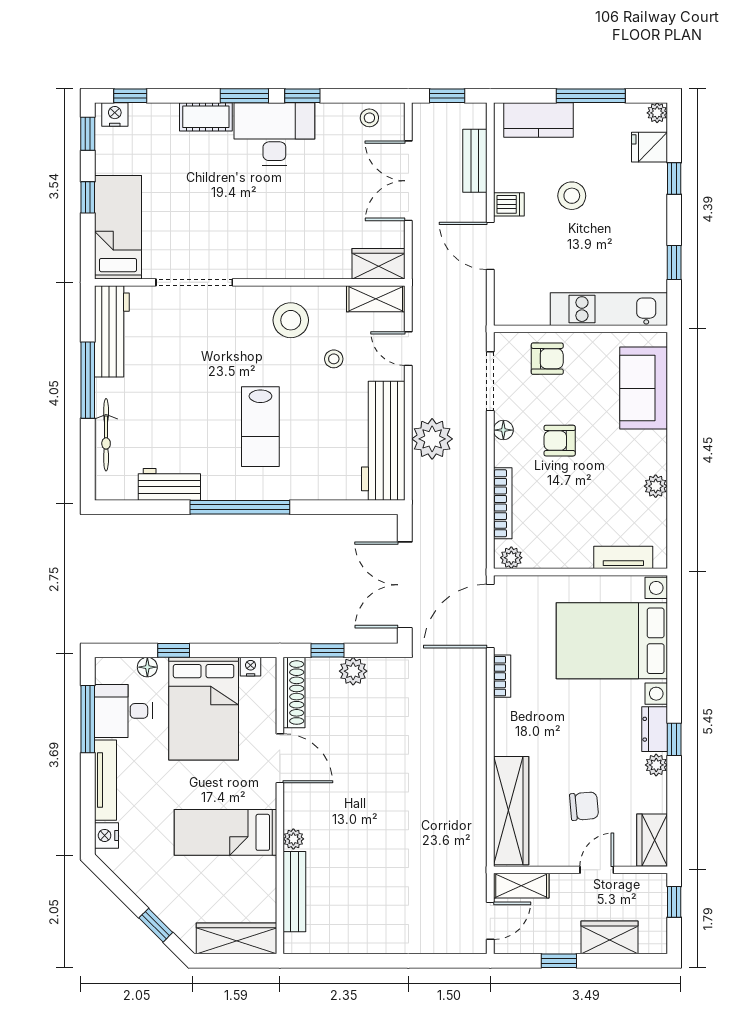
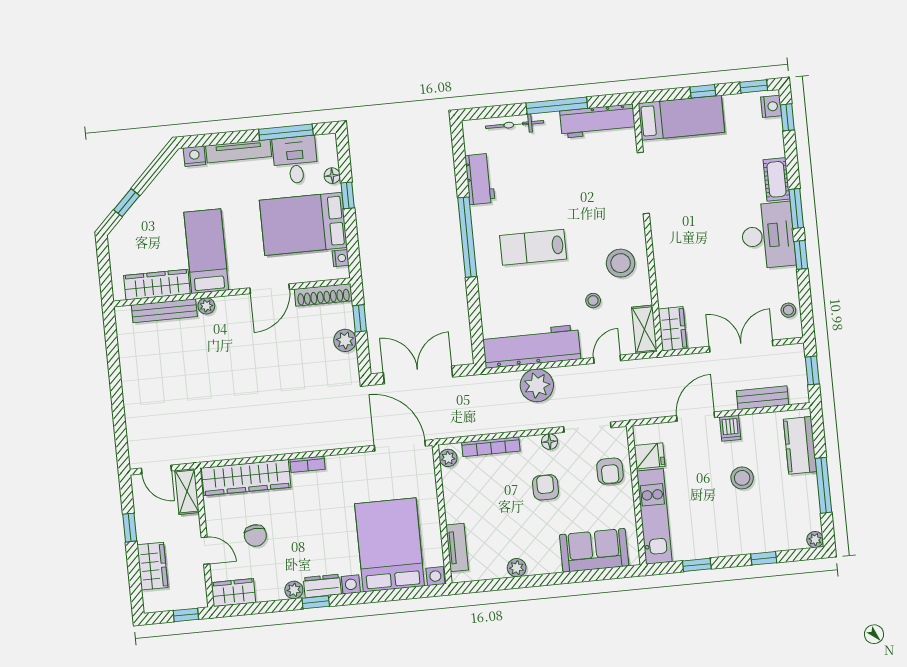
fridge: (649, 147) -> (650, 456), moved, turned 90
bookcase: (502, 676) -> (307, 464), moved
wardrobe: (236, 938) -> (157, 285), moved, turned -90

